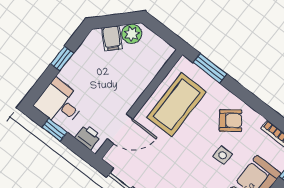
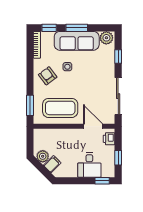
window: (62, 58) -> (102, 181), moved
desk: (60, 103) -> (89, 165), moved

